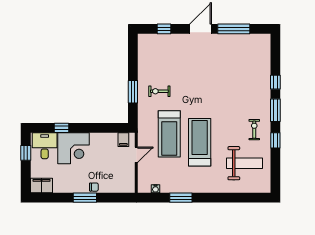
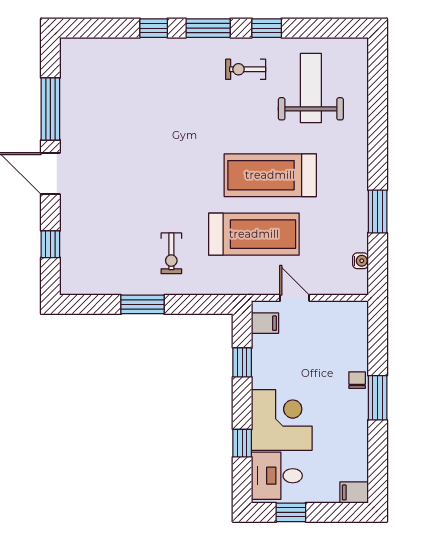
window: (133, 92) -> (143, 304), moved
window: (103, 128) -> (242, 362), added
filing cabinet: (41, 186) -> (354, 492), width x0.50

